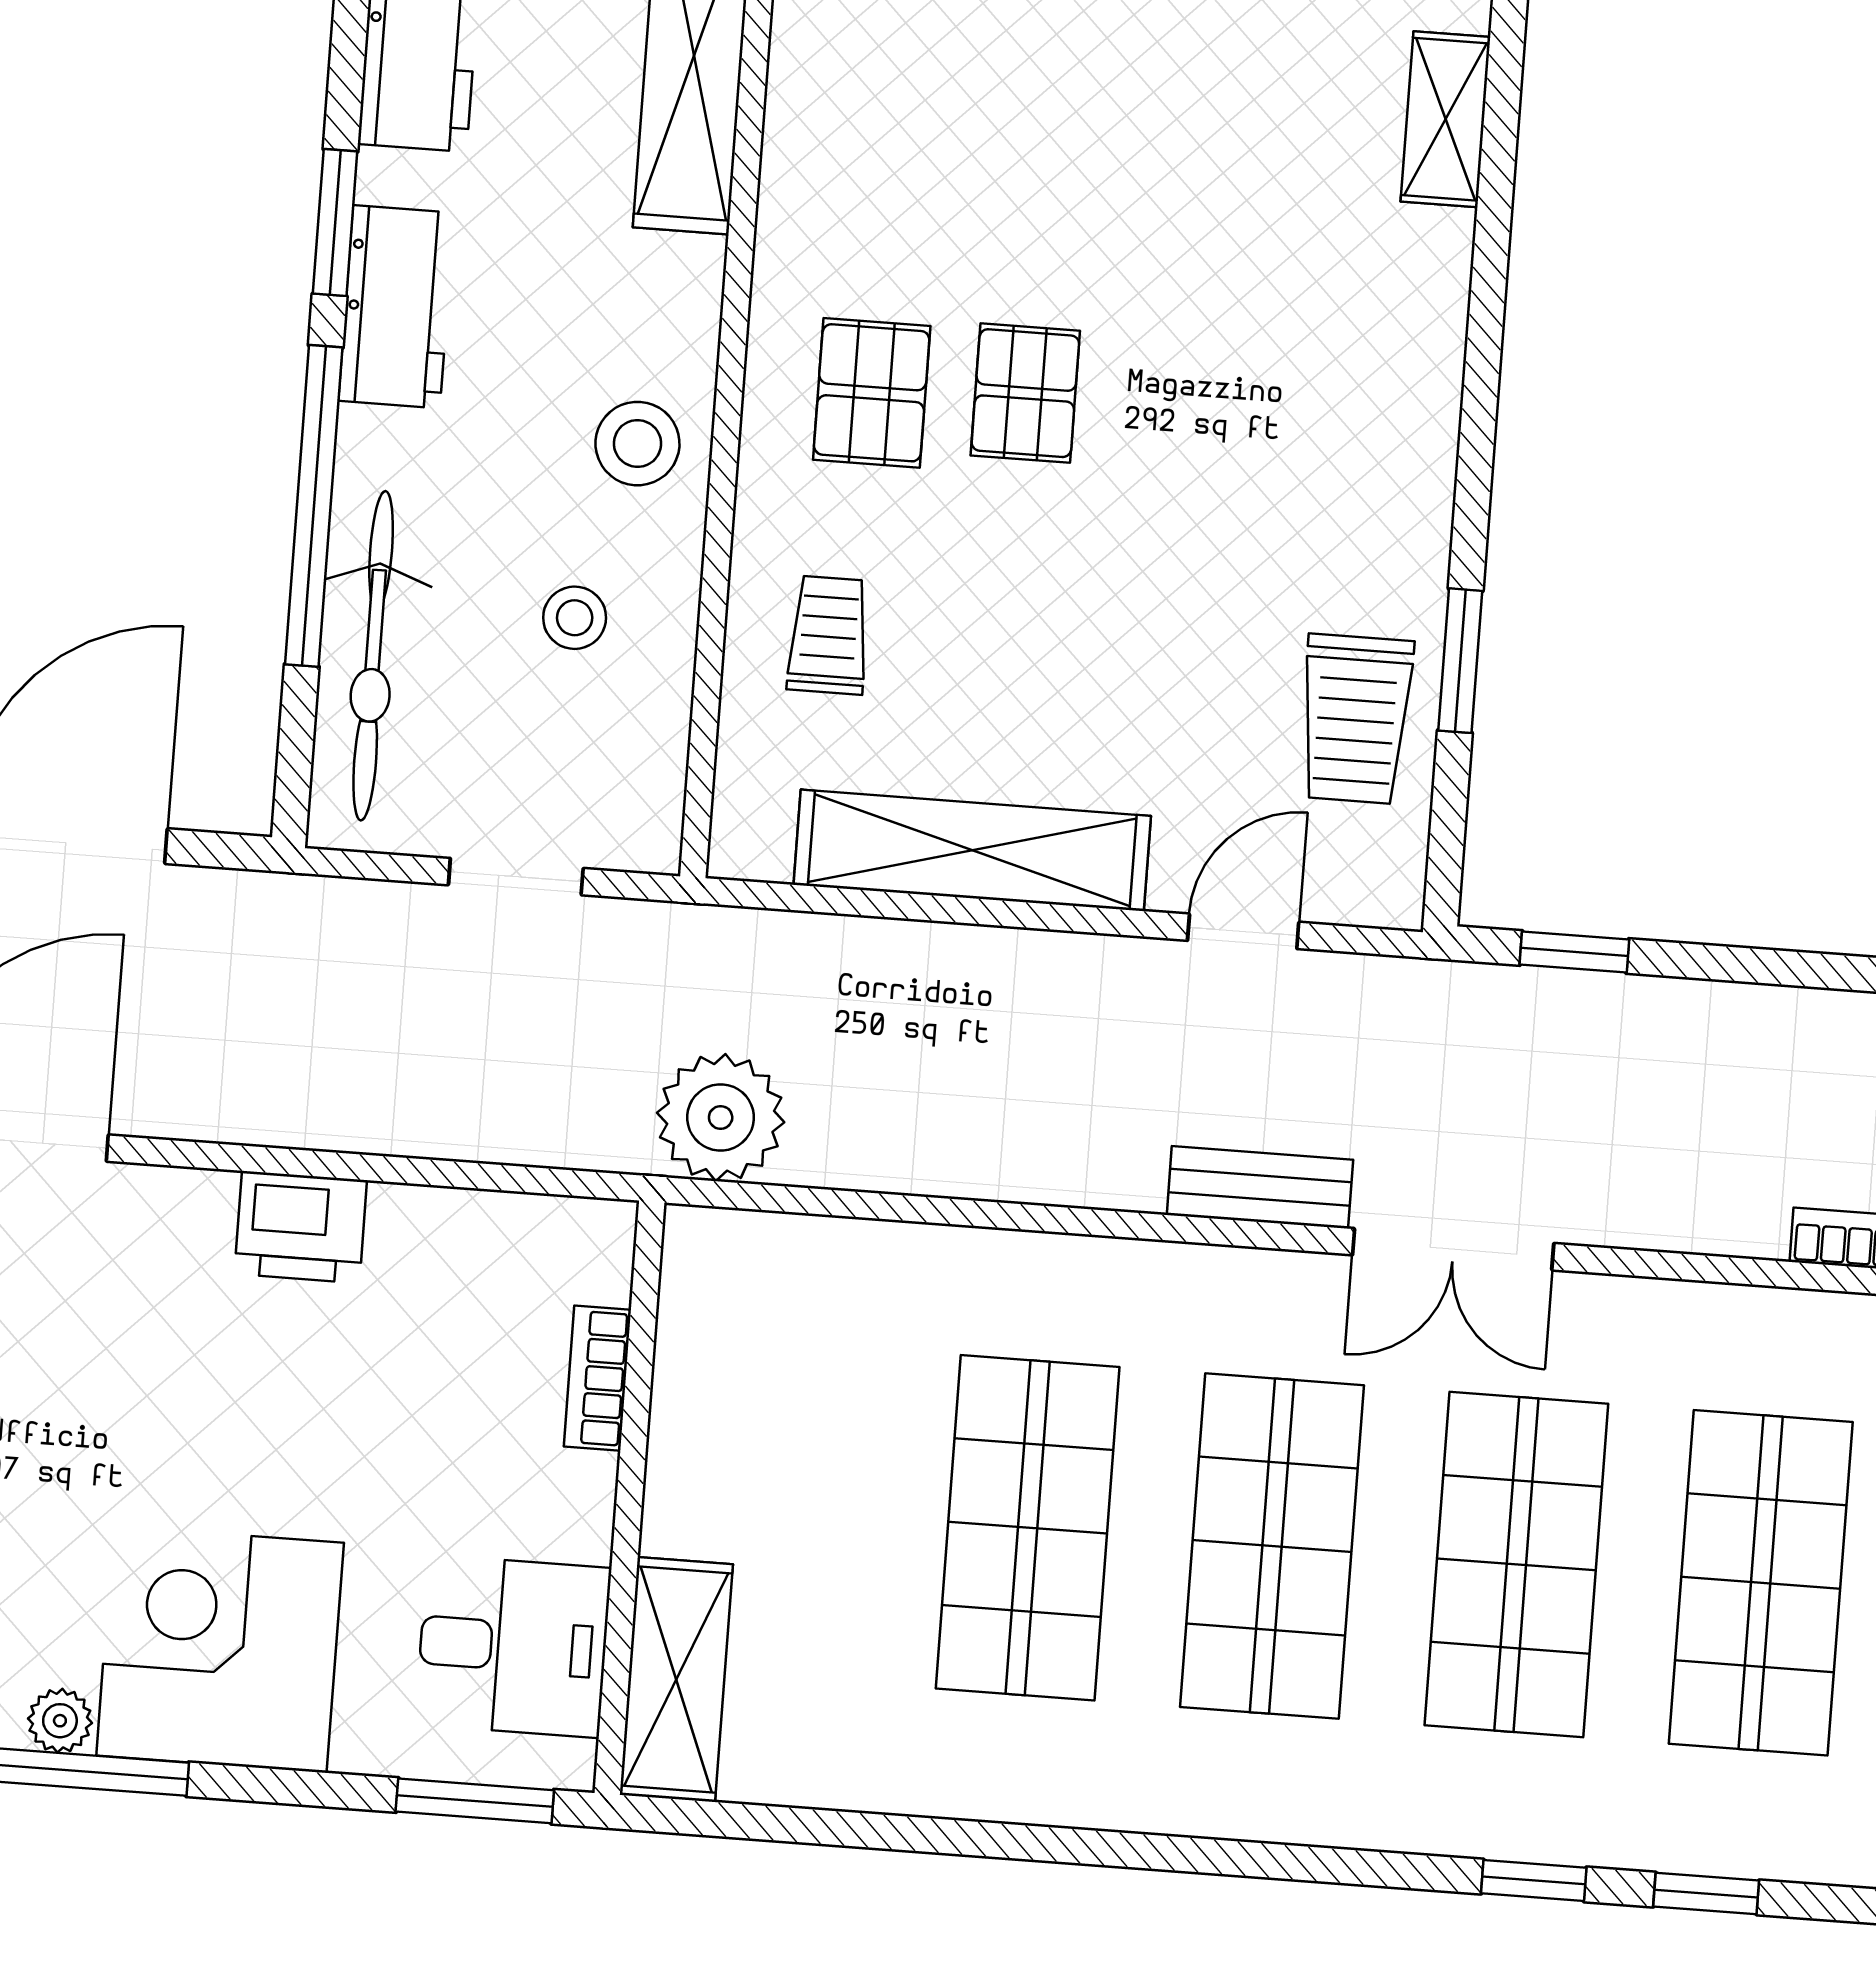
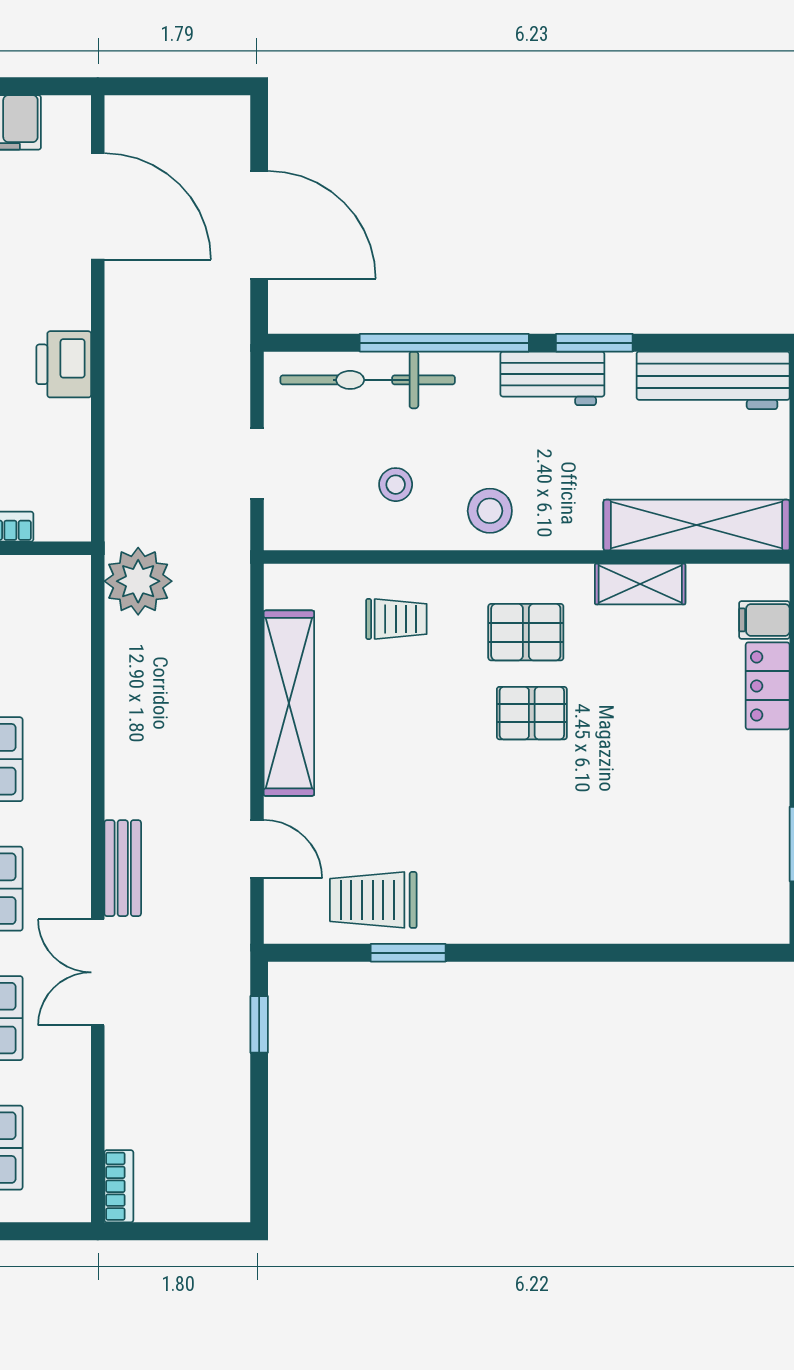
shelving: (1446, 119) -> (640, 584), moved

